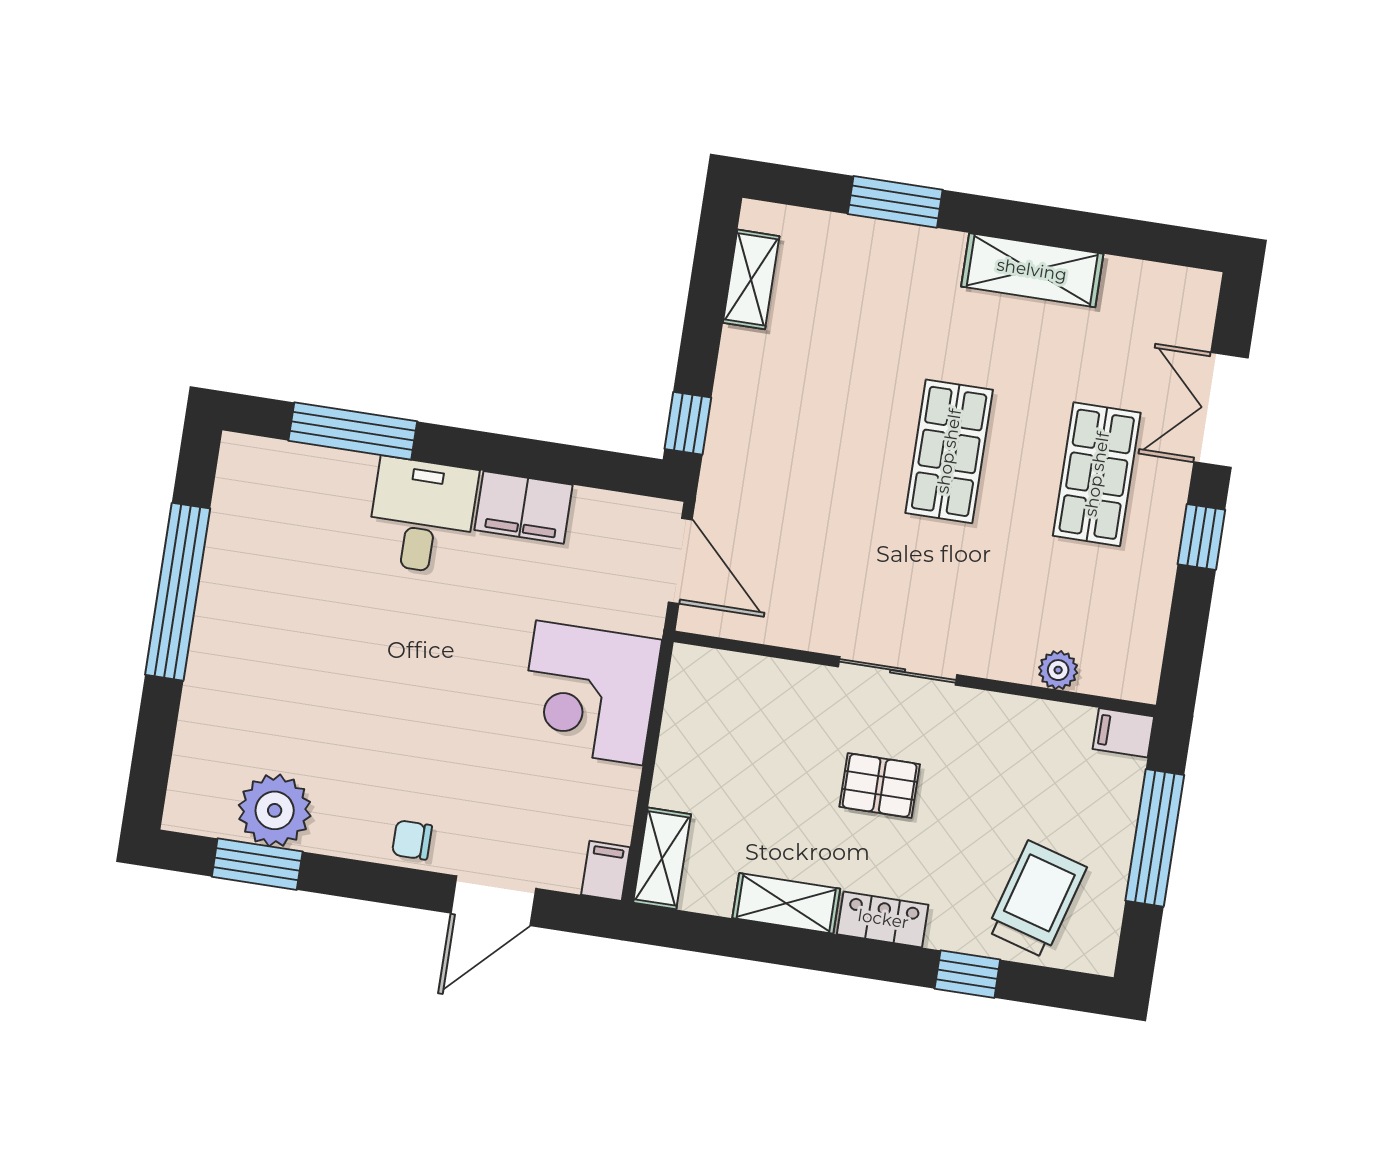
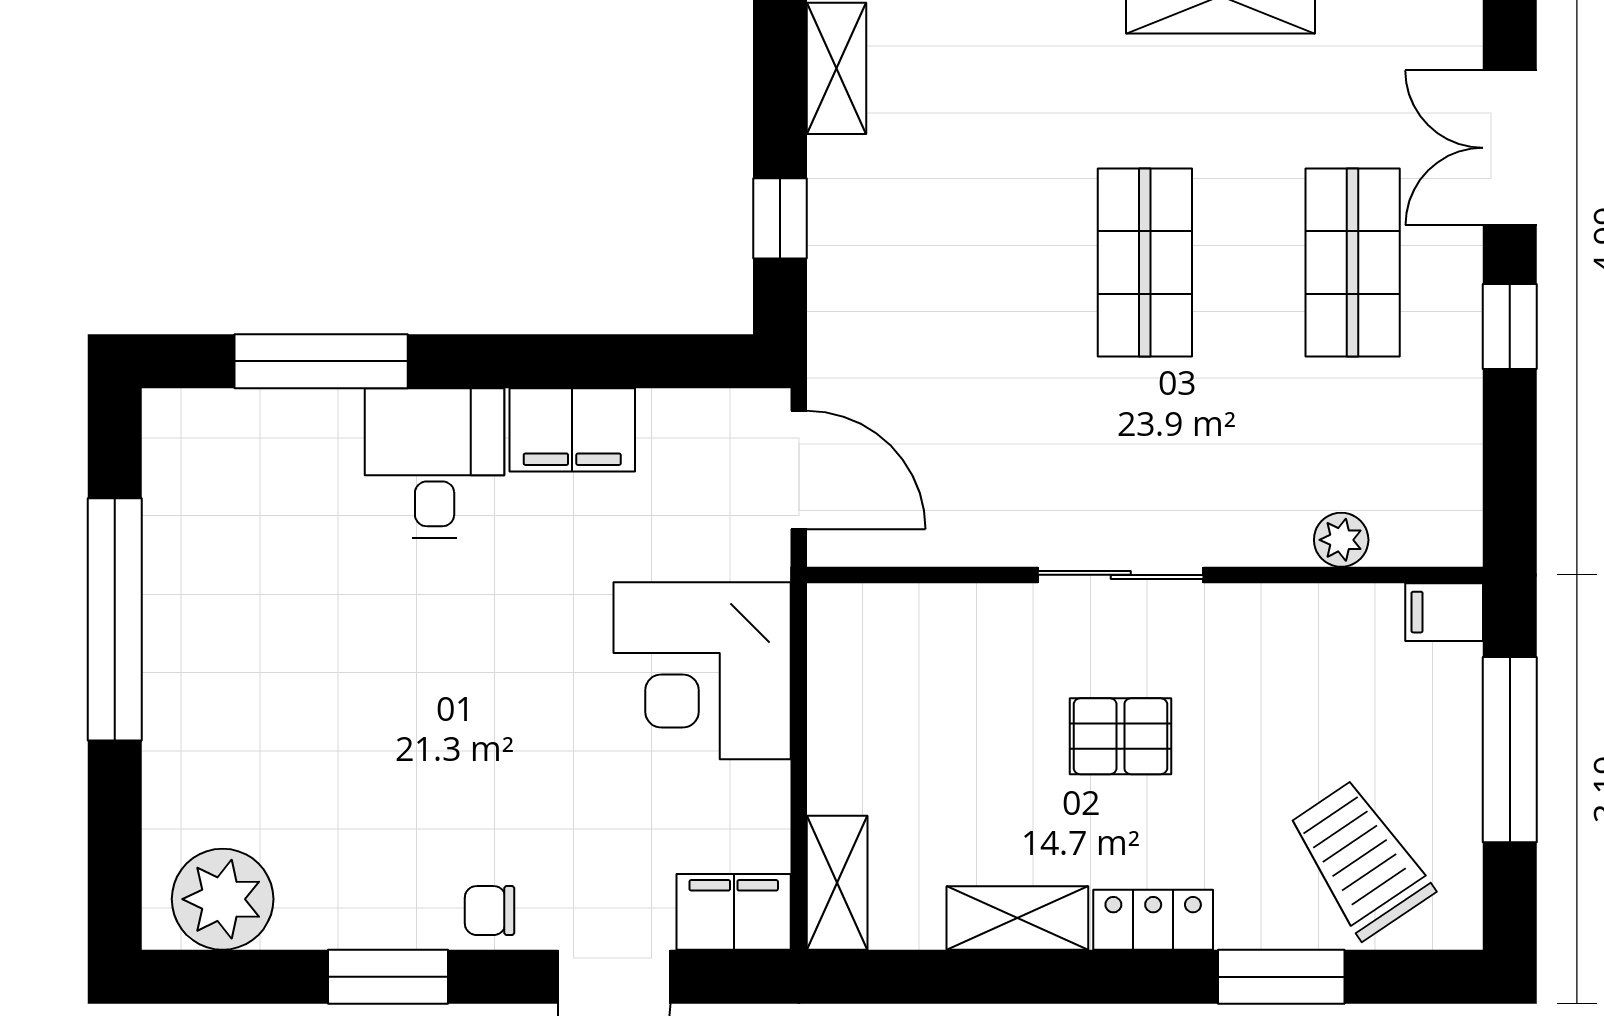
window: (688, 423) -> (780, 218), moved
plant: (275, 810) -> (223, 899), moved
window: (257, 864) -> (388, 977), moved
filing cabinet: (606, 871) -> (734, 912), width x2.00
trolley: (1037, 899) -> (1360, 859), turned -50
window: (967, 974) -> (1281, 977), width x1.50

